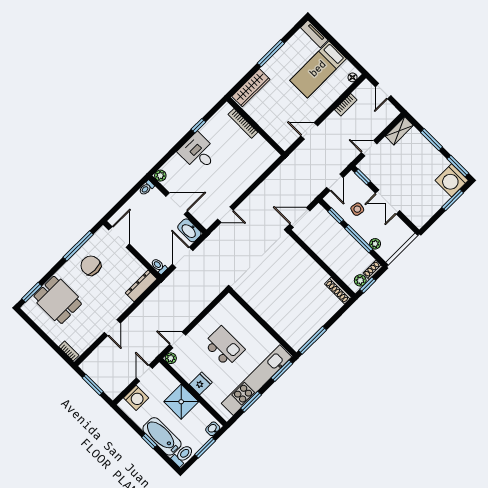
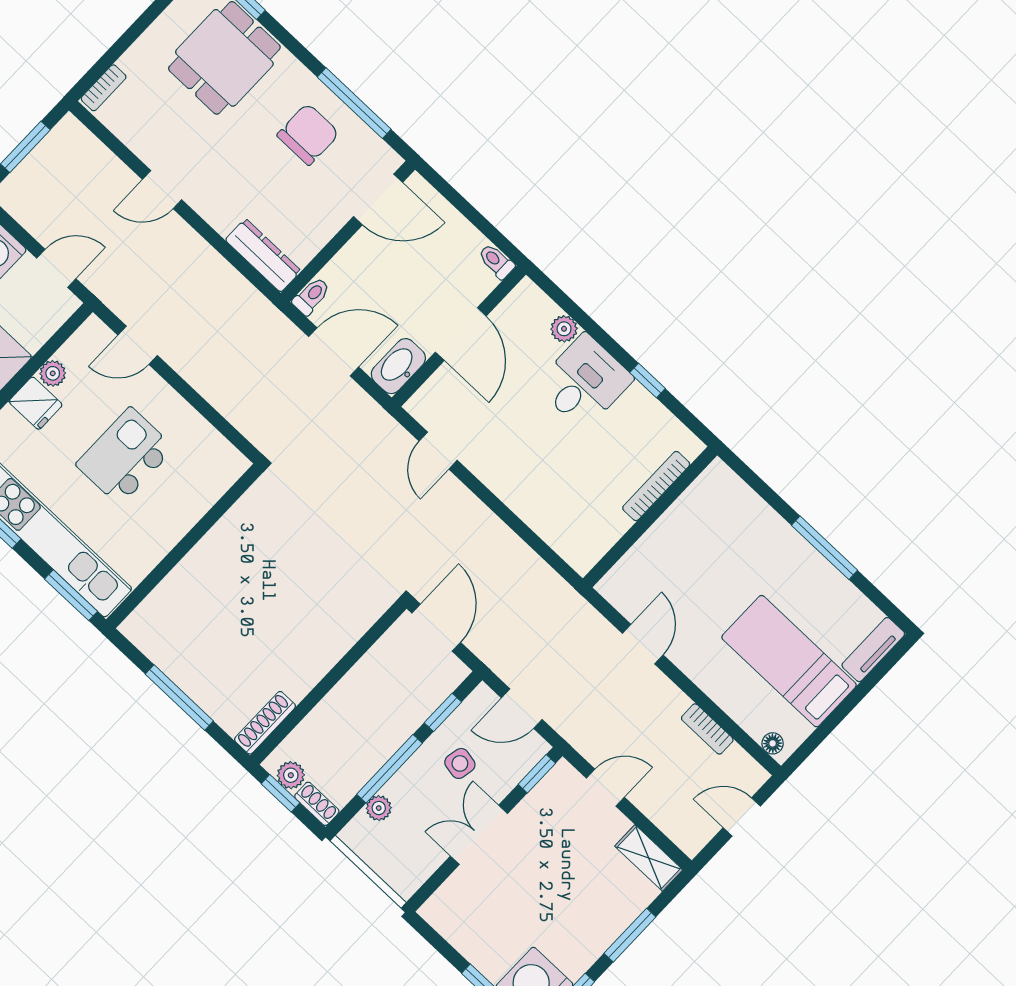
wardrobe: (251, 88) -> (741, 503), removed
door: (369, 148) -> (605, 788), hinge flipped
plant: (160, 176) -> (564, 329), moved
door: (178, 340) -> (138, 345), swing flipped
window: (312, 340) -> (179, 698), moved
kitchen island: (224, 346) -> (125, 456), turned 180
plant: (171, 358) -> (53, 373), moved

